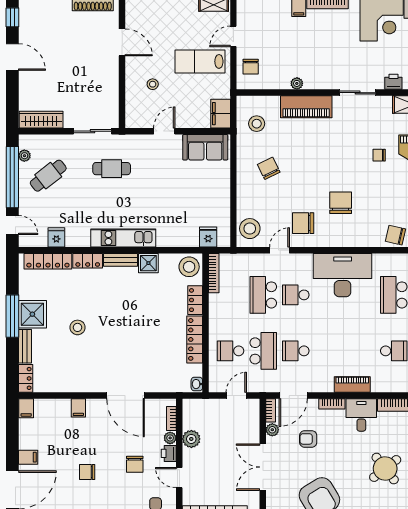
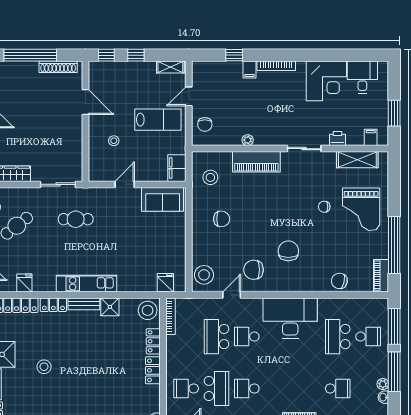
lab bench: (200, 61) -> (158, 120), turned 180
chair: (269, 168) -> (222, 219), turned 116
locker: (195, 339) -> (153, 370), width x0.66

